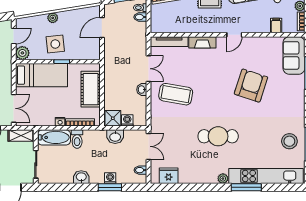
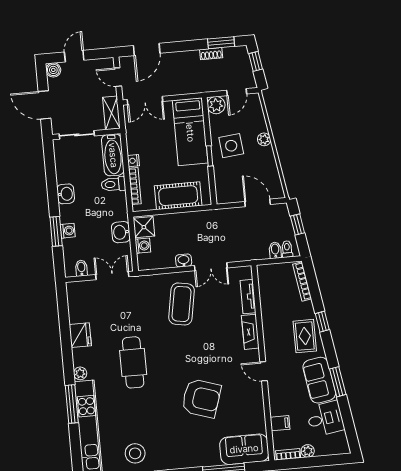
door: (14, 36) -> (237, 92), hinge flipped
tv unit: (169, 42) -> (248, 297), width x0.71
double door: (149, 146) -> (112, 276), swing flipped
fridge: (169, 176) -> (80, 335), moved

